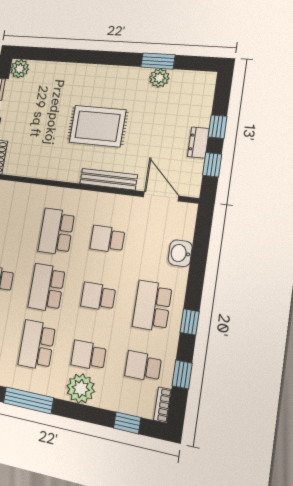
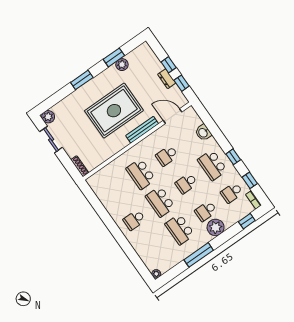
window: (95, 57) -> (82, 80), added
rug: (97, 126) -> (114, 111), width x1.37, depth x1.44

